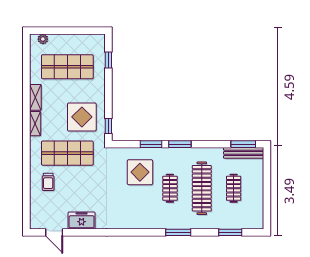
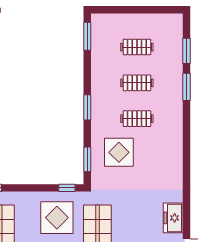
window: (151, 144) -> (87, 159), moved
bench: (244, 153) -> (97, 36), removed
clothes rail: (202, 188) -> (137, 83), width x0.54, depth x0.76
window: (178, 232) -> (187, 87), moved

